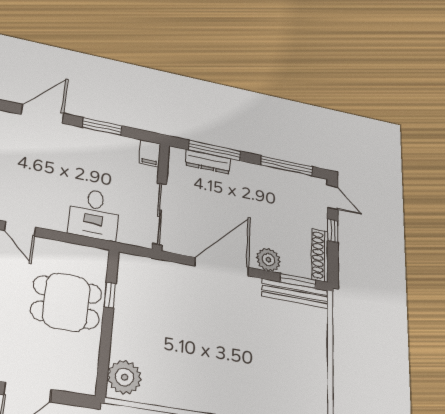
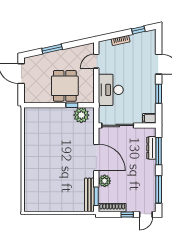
desk: (94, 214) -> (111, 90), width x1.37
plant: (125, 377) -> (81, 115), moved

